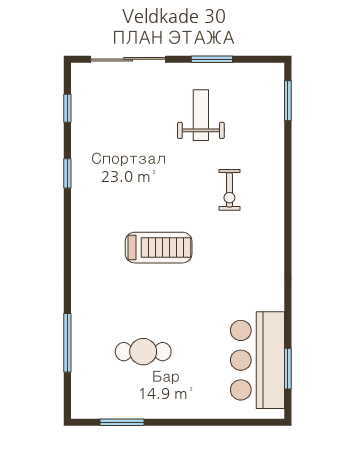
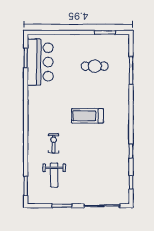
weight bench: (201, 115) -> (54, 175), moved

